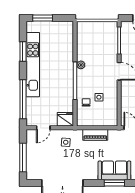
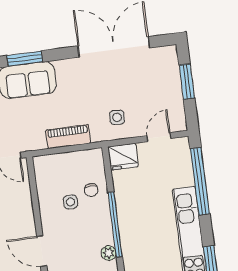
window: (23, 158) -> (187, 82), width x0.69

